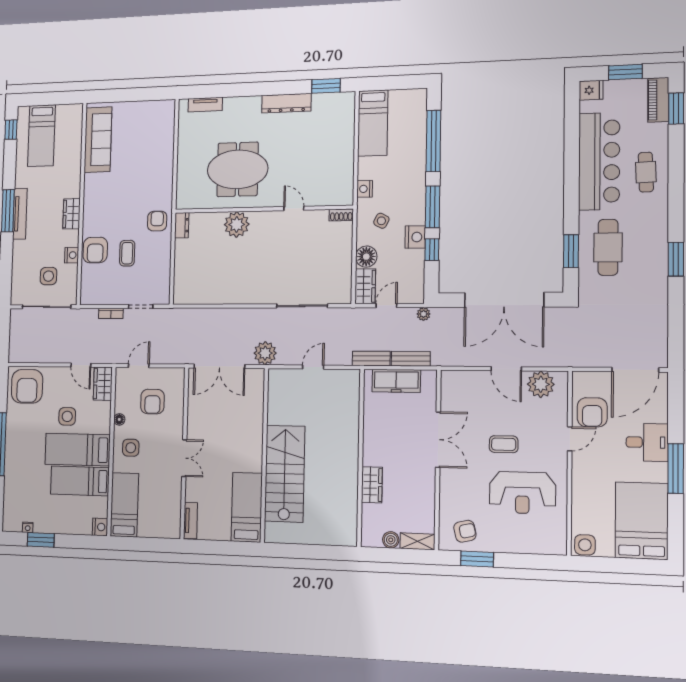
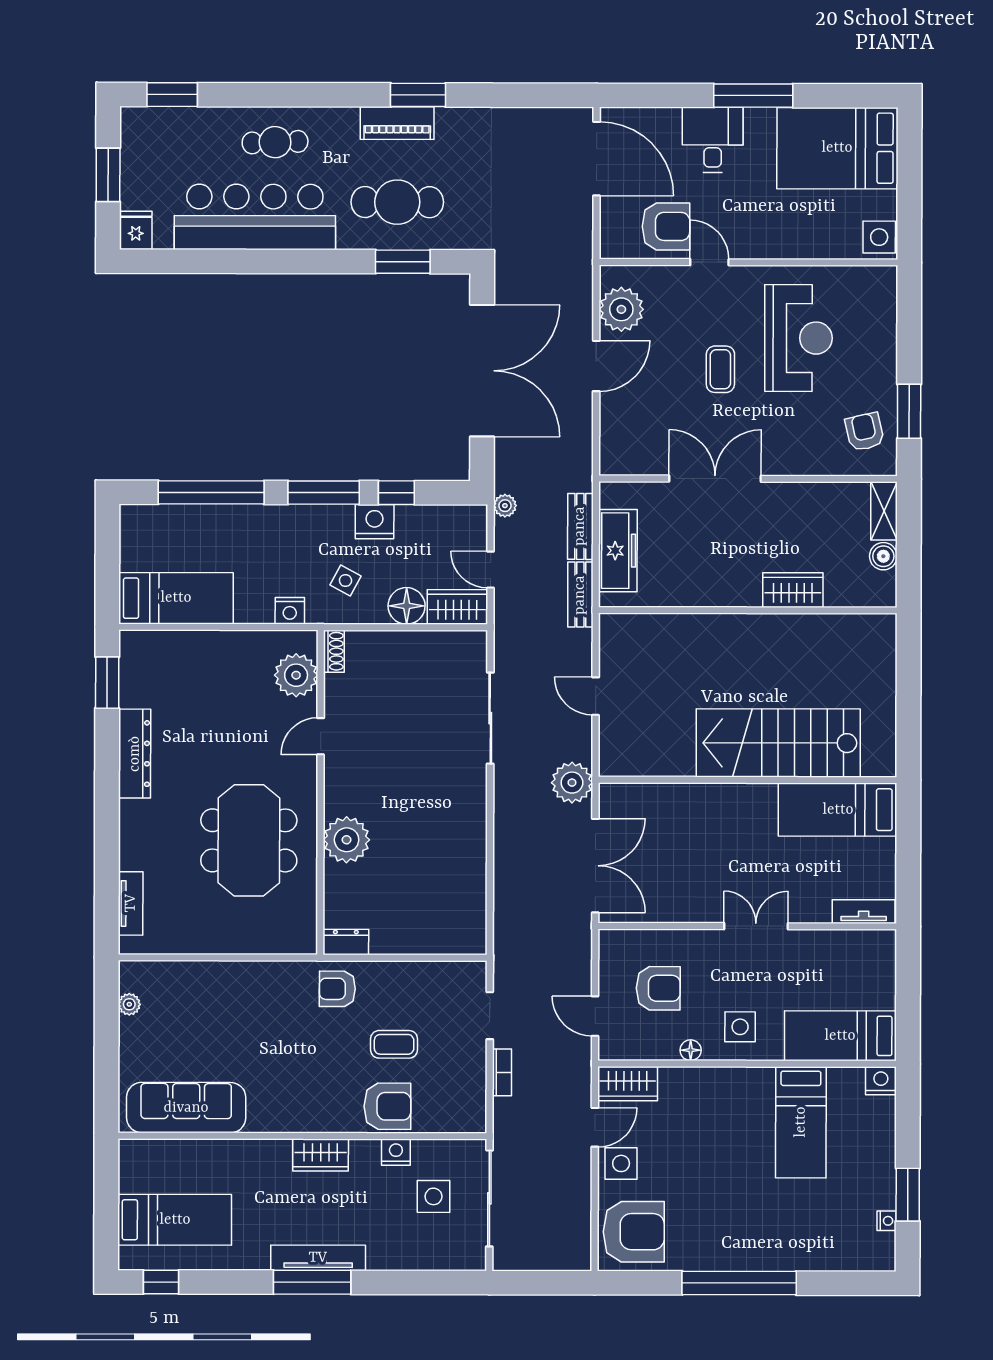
piano: (658, 100) -> (397, 123), moved
plant: (152, 106) -> (129, 1004), added
plant: (328, 193) -> (296, 675), added
side table: (67, 416) -> (621, 1163), moved
bed: (77, 450) -> (746, 1129), removed

